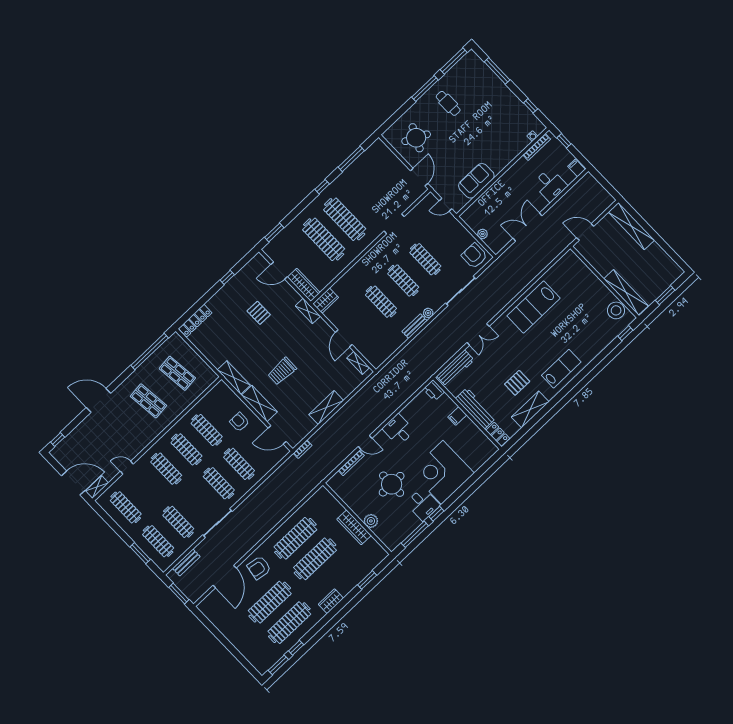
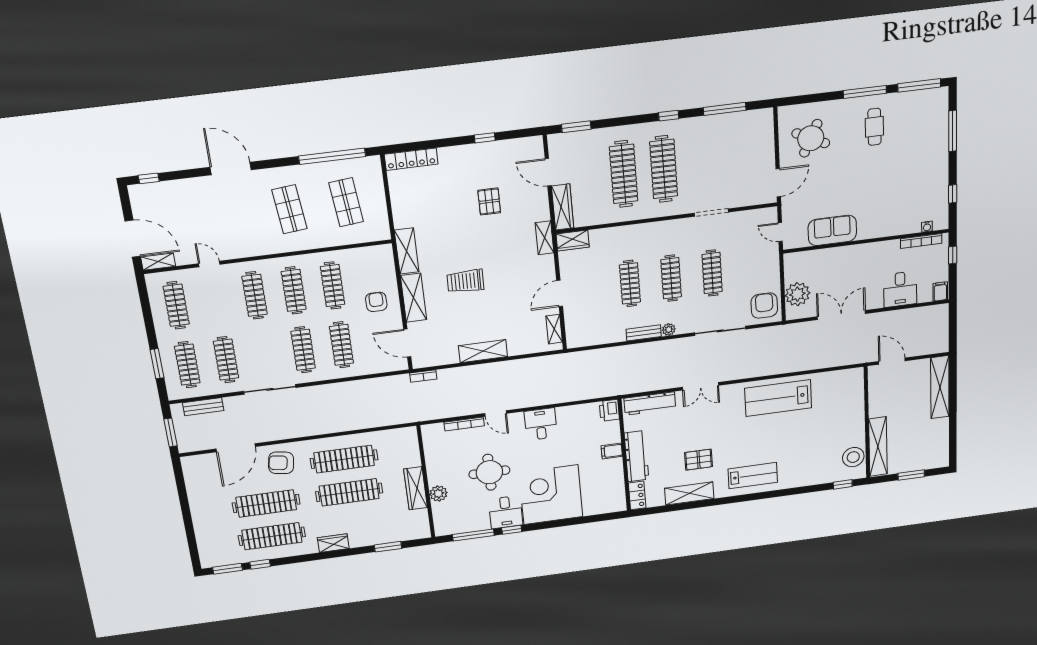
plant: (482, 234) -> (797, 294), width x1.87, depth x1.87

